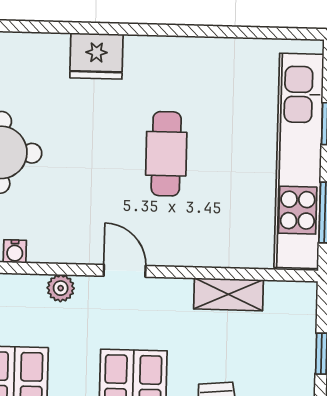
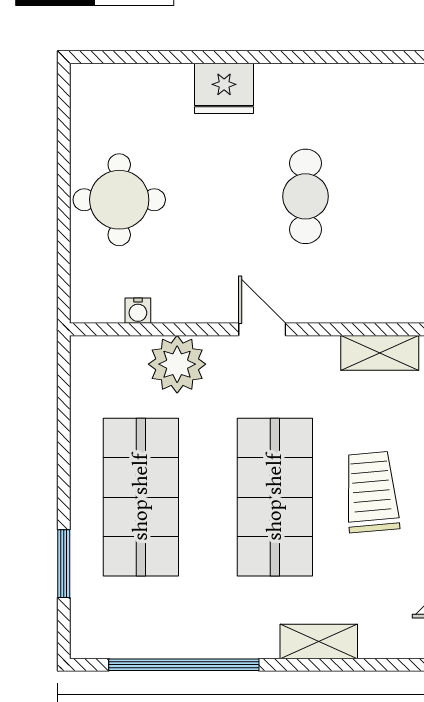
plant: (61, 288) -> (177, 364), width x1.88, depth x1.88

